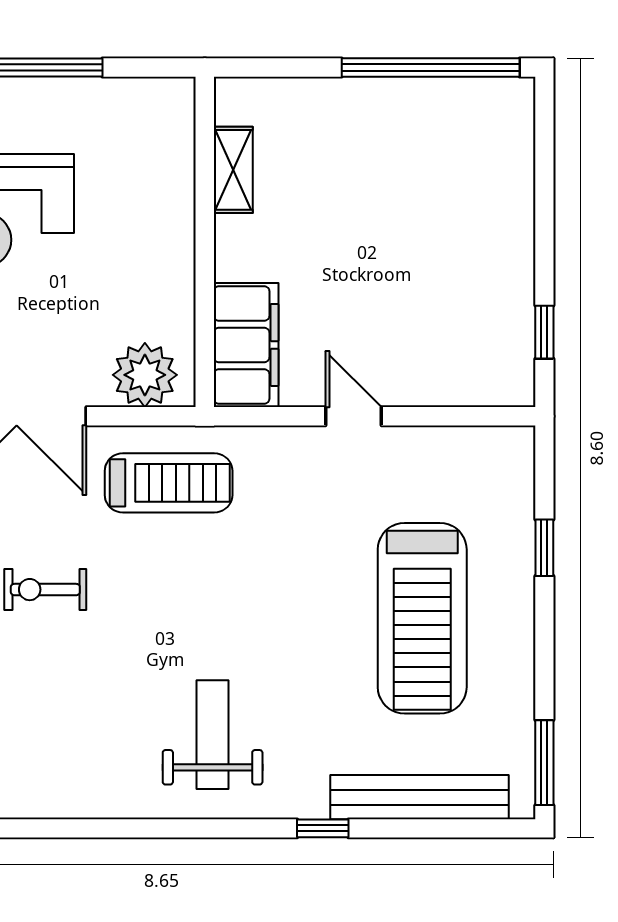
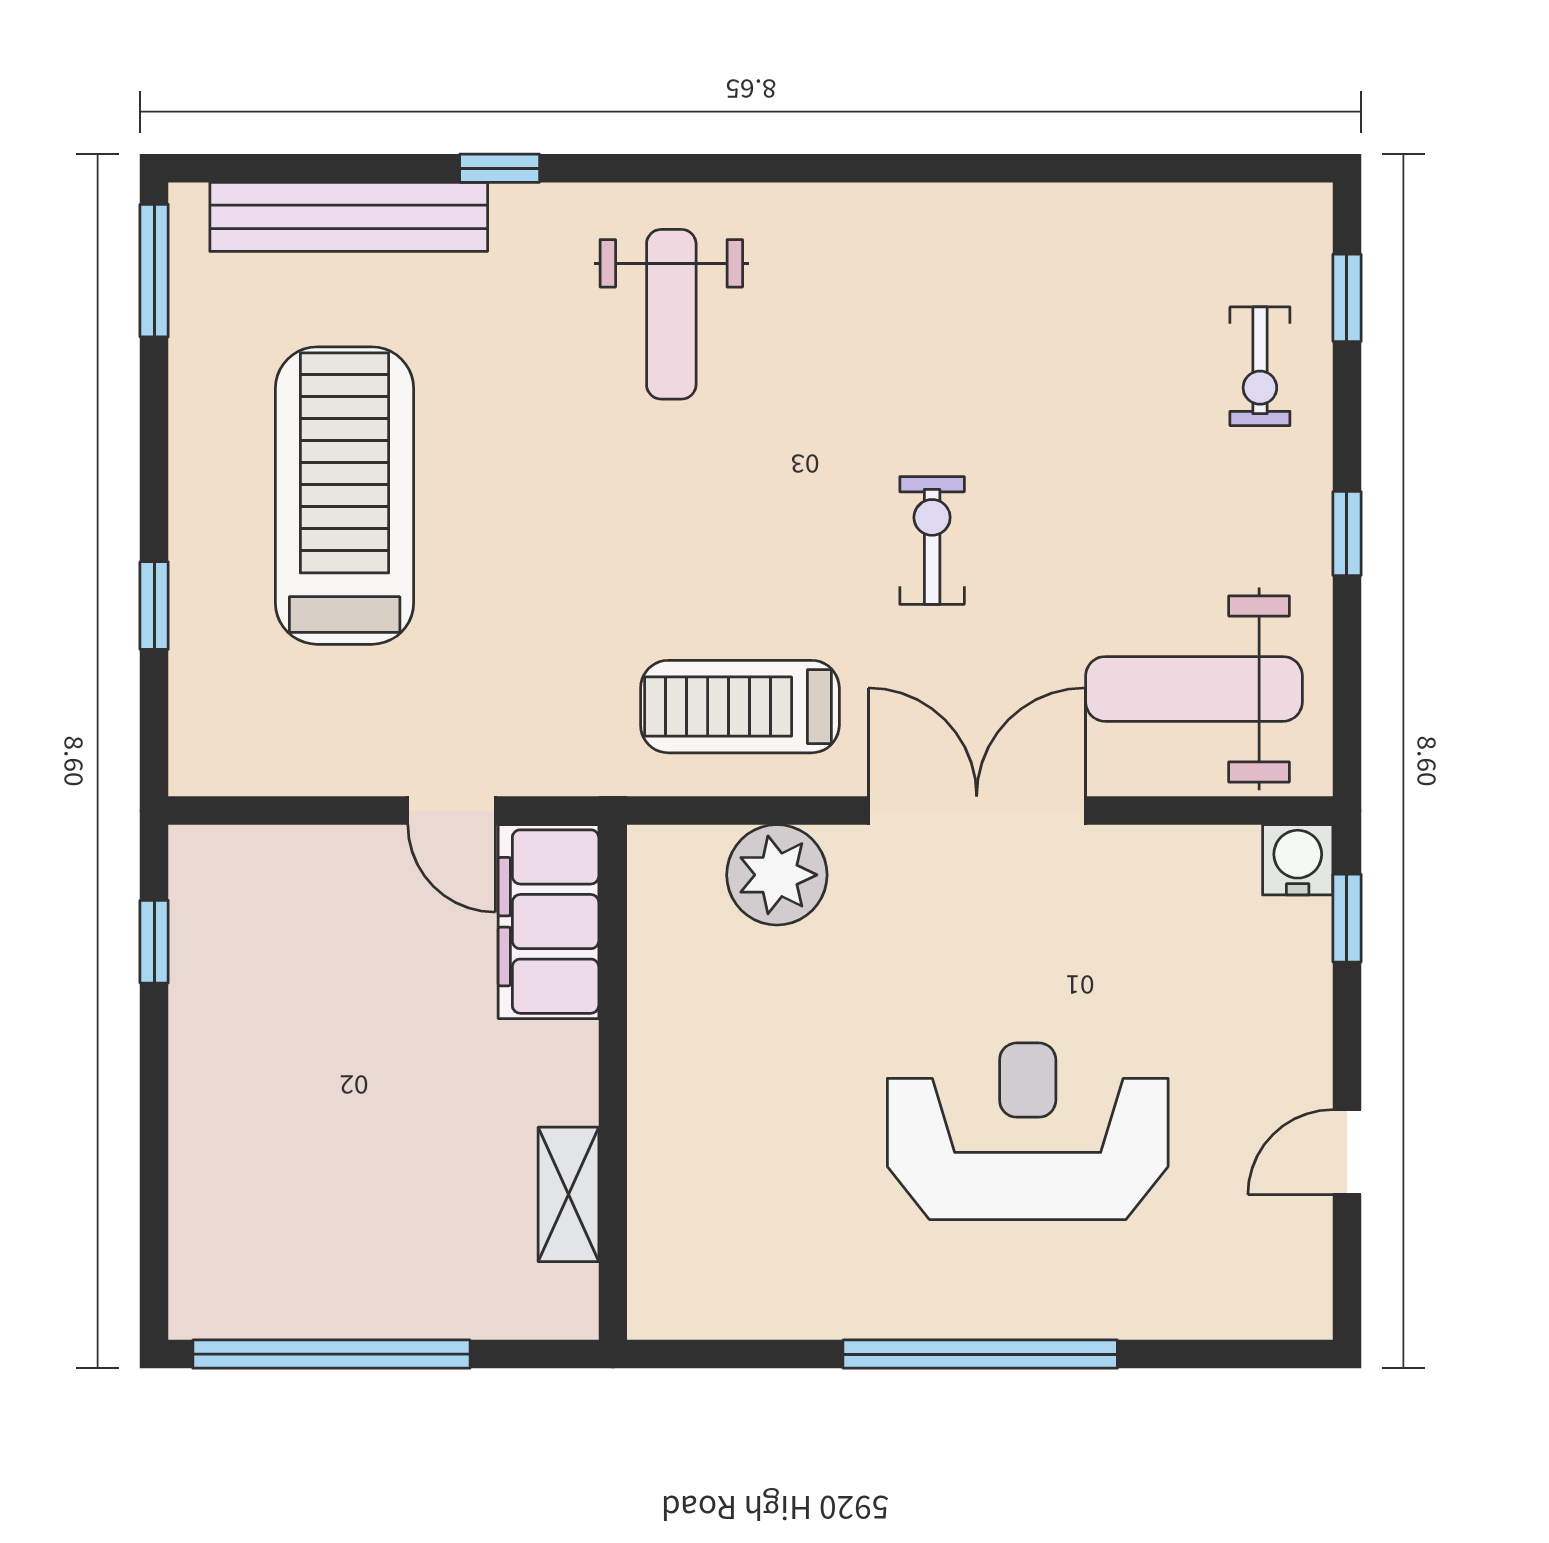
shelving: (233, 170) -> (569, 1194), moved
wall: (205, 242) -> (613, 1082), moved
filing cabinet: (246, 345) -> (548, 922), moved
exercise bike: (45, 590) -> (932, 540), turned -90

